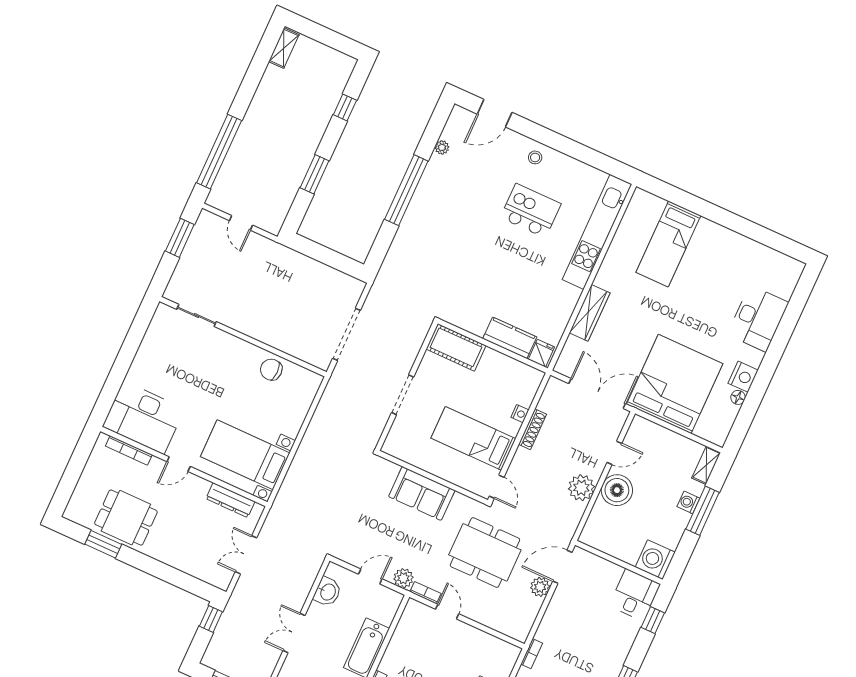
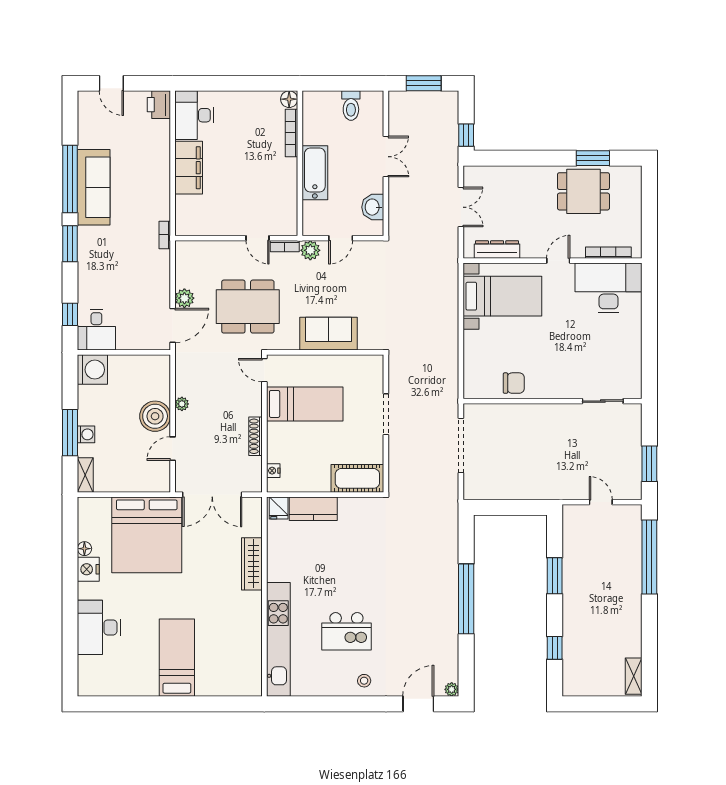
plant: (442, 147) -> (452, 689), moved
bed: (668, 244) -> (177, 658), moved
nightstand: (520, 414) -> (273, 471), moved
plant: (581, 488) -> (182, 404), width x0.53, depth x0.53

